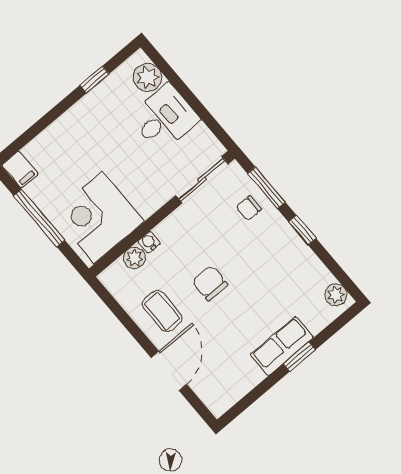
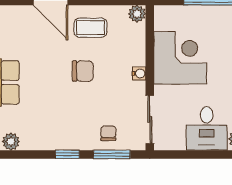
corner desk: (98, 218) -> (180, 58), moved
water cooler: (149, 242) -> (139, 74), moved
plant: (134, 258) -> (137, 14), moved

